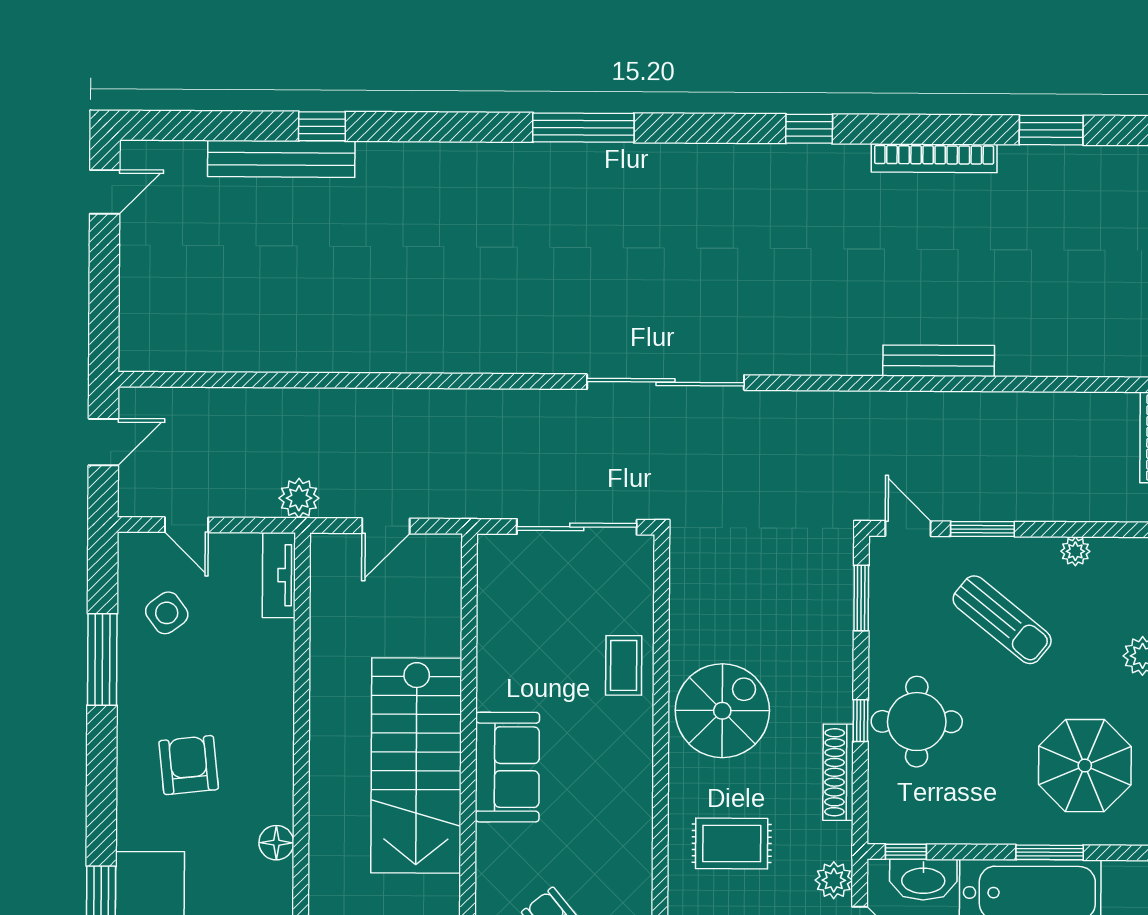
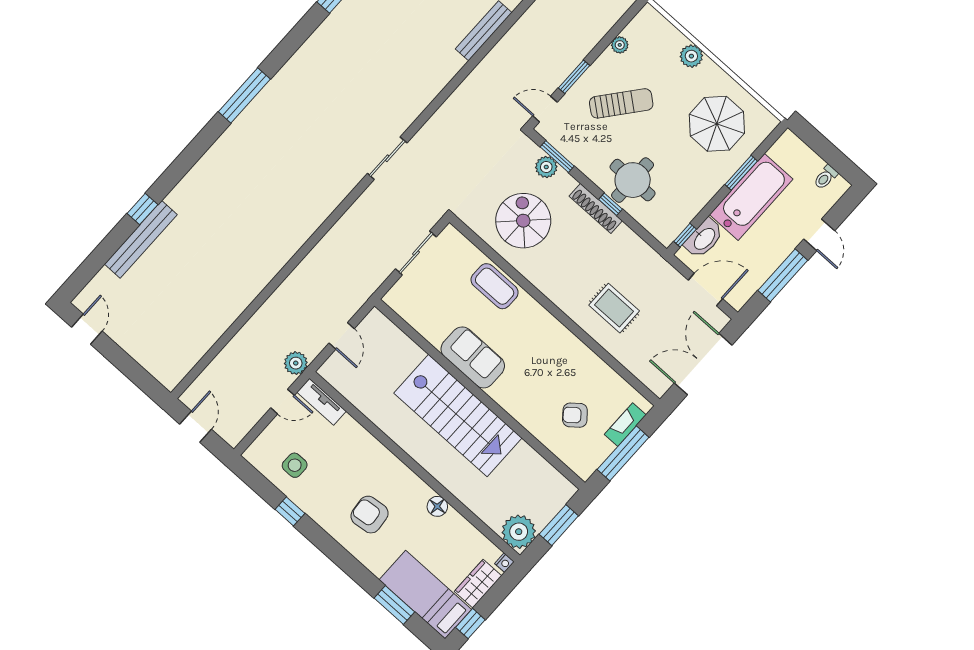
sliding door: (666, 382) -> (387, 158), width x0.54
door: (187, 525) -> (283, 402), moved
sliding door: (577, 527) -> (416, 253), width x0.73
side table: (167, 613) -> (295, 465), turned 36
window: (102, 659) -> (290, 511), width x0.46
coffee table: (624, 665) -> (495, 286), width x1.36, depth x1.30
spiral stairs: (722, 711) -> (523, 221), moved
sofa: (507, 767) -> (473, 357), moved
shoe rack: (838, 772) -> (596, 208), moved
rug: (732, 843) -> (614, 308), turned 90
plant: (834, 880) -> (546, 167), moved

